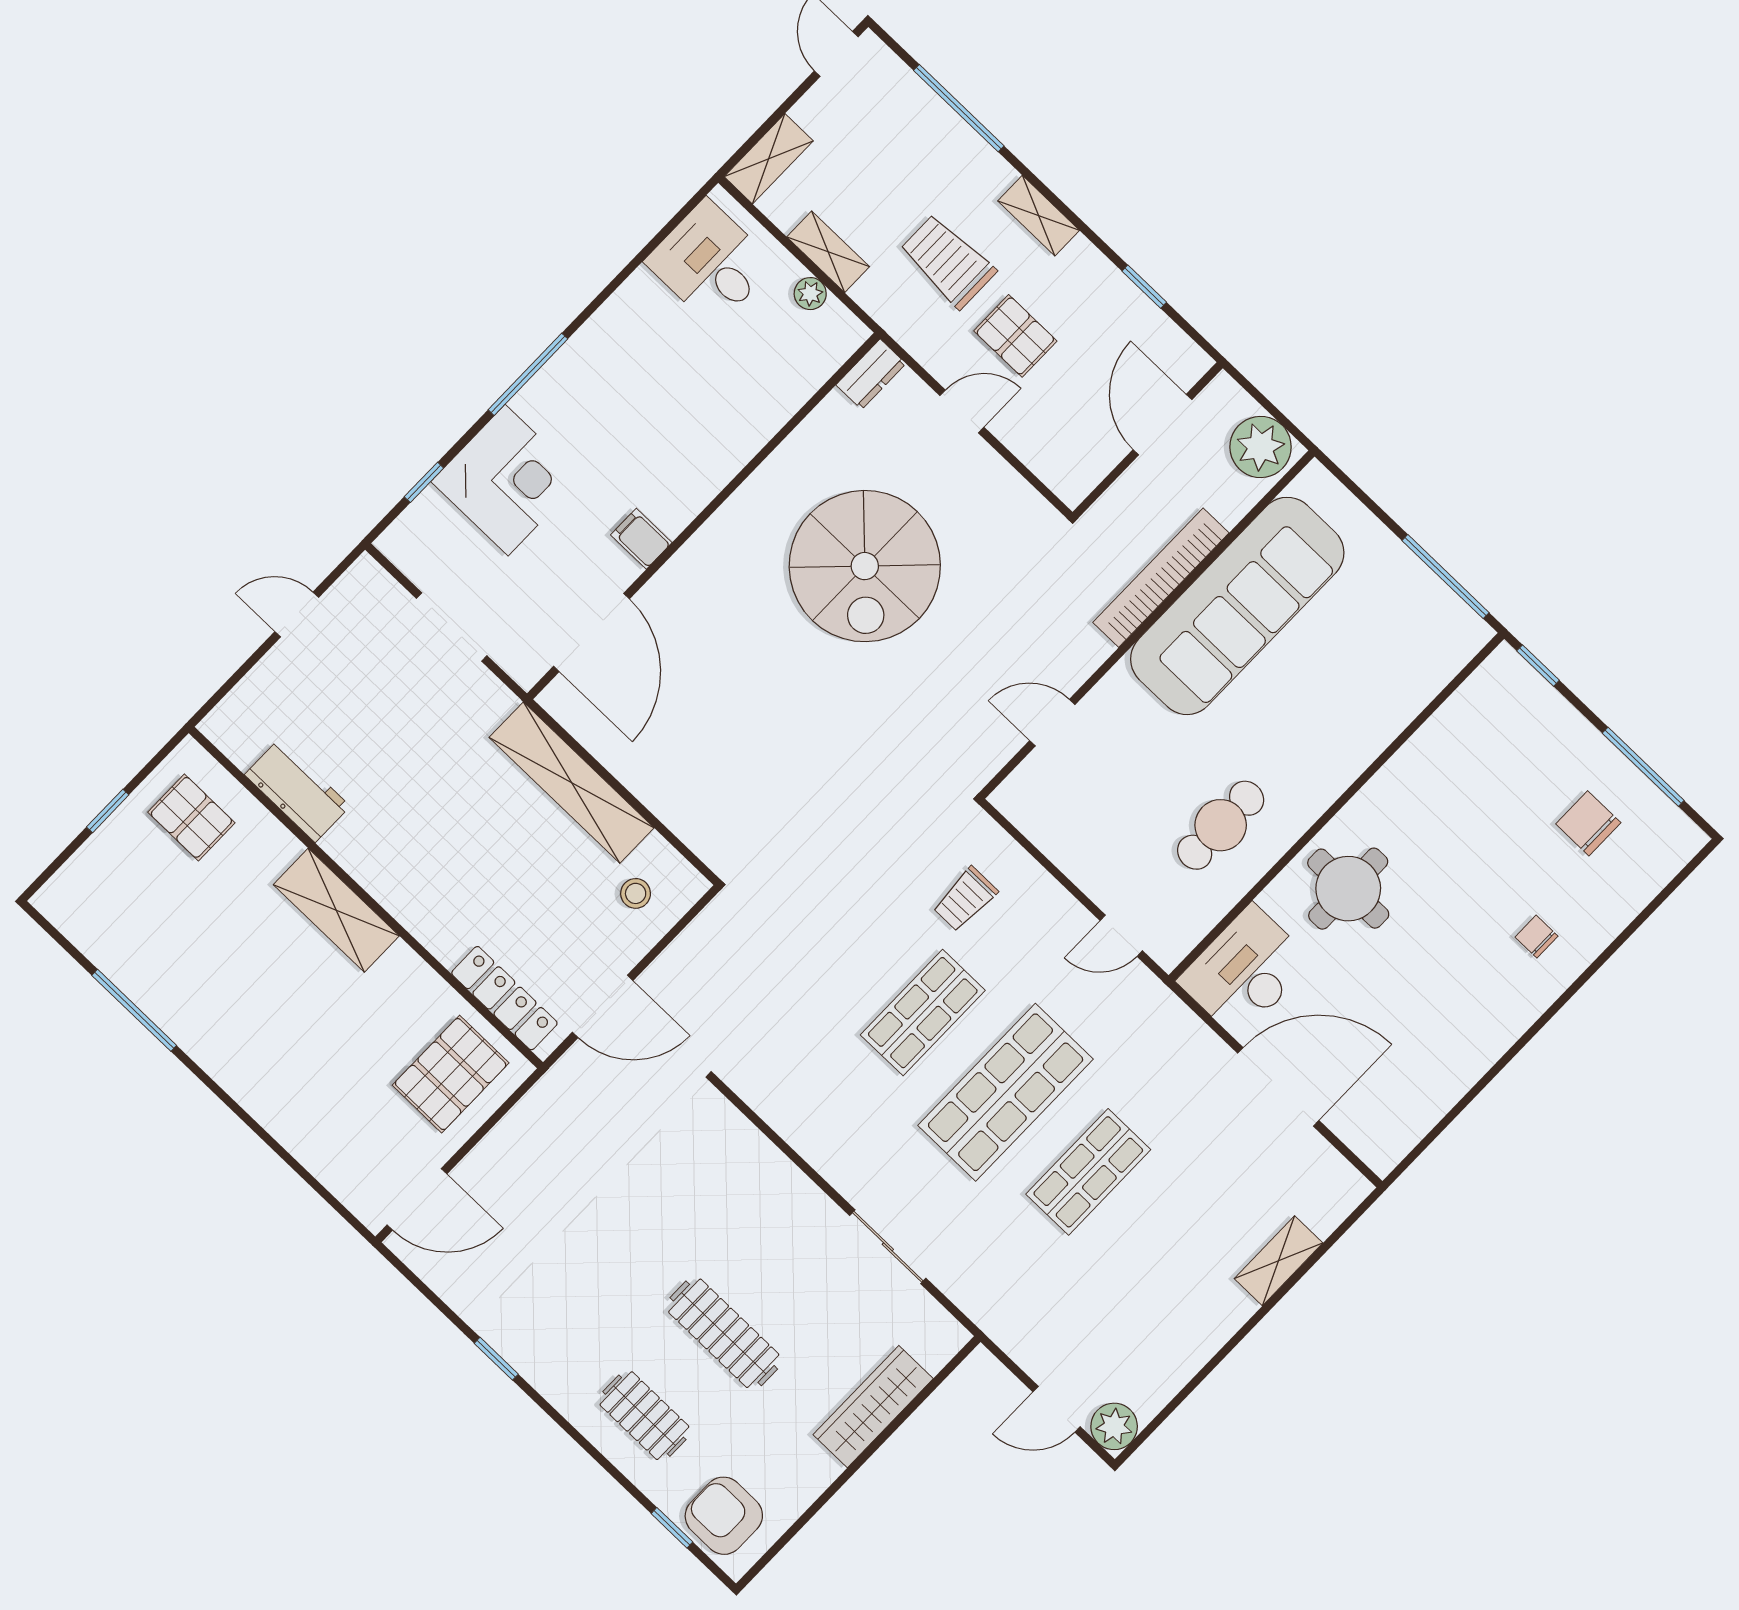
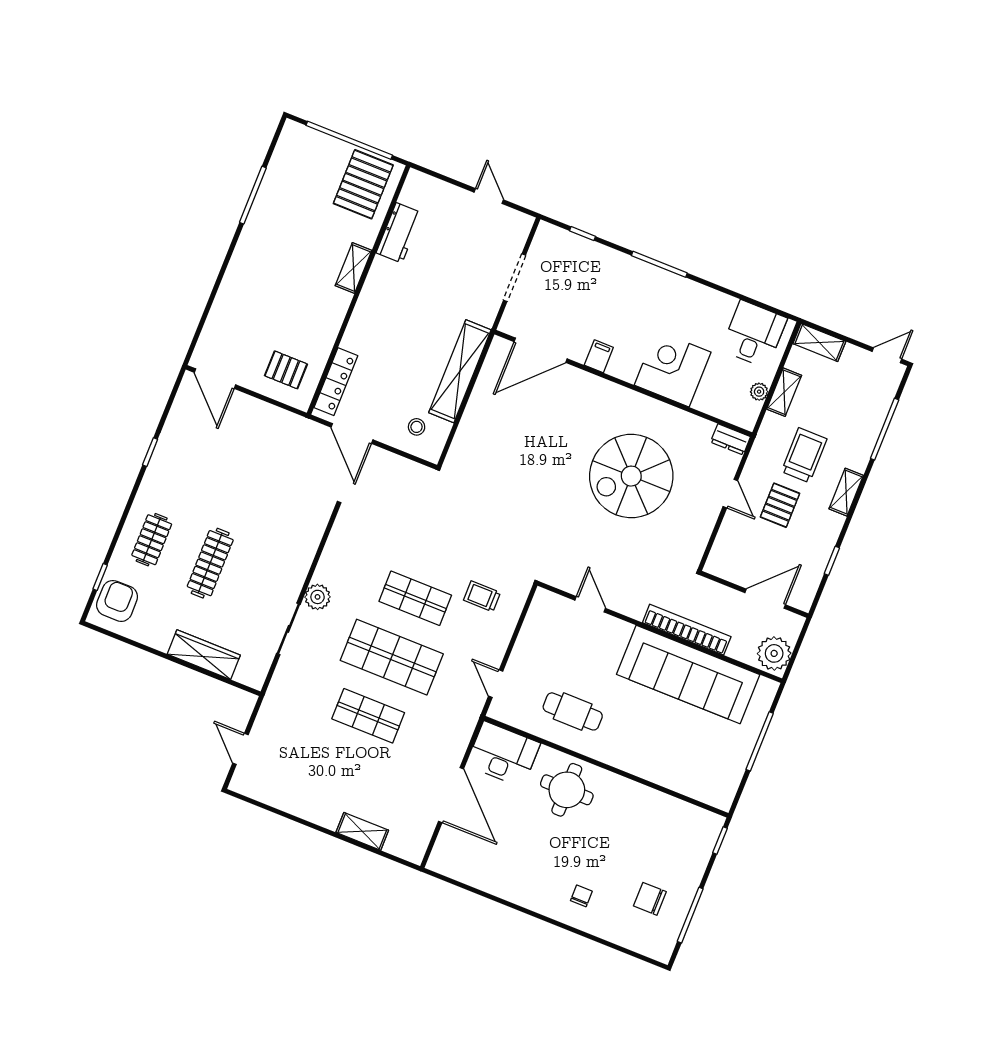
corner desk: (507, 480) -> (673, 369), moved, turned 180
window: (1446, 577) -> (760, 741), moved
window: (108, 811) -> (349, 140), width x3.17
pallet: (191, 817) -> (363, 184), width x1.50, depth x1.42
chair: (1588, 823) -> (650, 899), turned -90
shelving: (336, 910) -> (353, 268), width x0.67, depth x0.75
pallet: (451, 1074) -> (286, 370), width x0.67, depth x0.71
plant: (1114, 1426) -> (318, 597), moved

